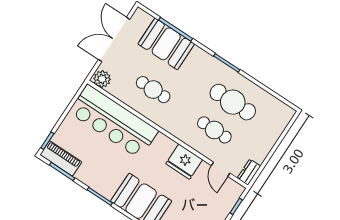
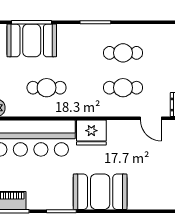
cafe table: (233, 102) -> (123, 53), width x0.73, depth x0.74
fridge: (184, 162) -> (91, 133), moved

